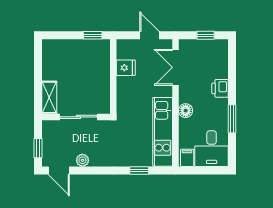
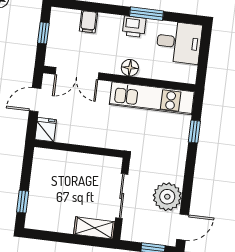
window: (93, 35) -> (23, 202), moved
fridge: (126, 68) -> (46, 130), moved
printer: (220, 88) -> (134, 27), moved
filing cabinet: (187, 158) -> (88, 22), moved, turned -90
plant: (82, 160) -> (167, 197), width x1.87, depth x1.87

